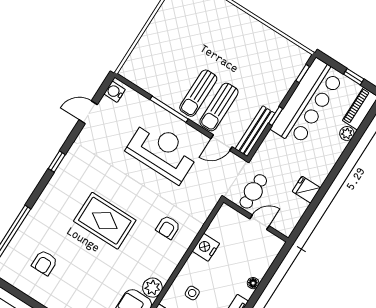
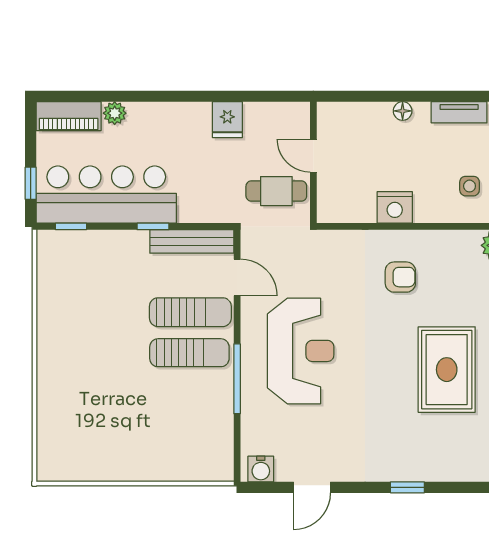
window: (354, 77) -> (31, 183), moved
door: (88, 112) -> (312, 487), hinge flipped
reception desk: (163, 151) -> (301, 351), turned 180

